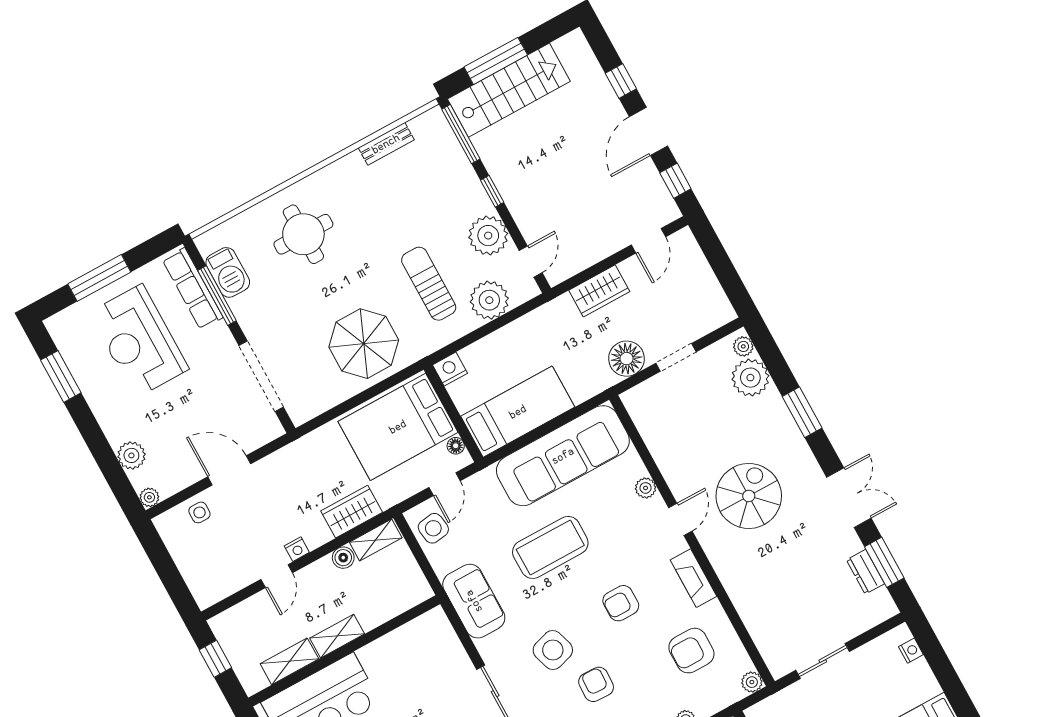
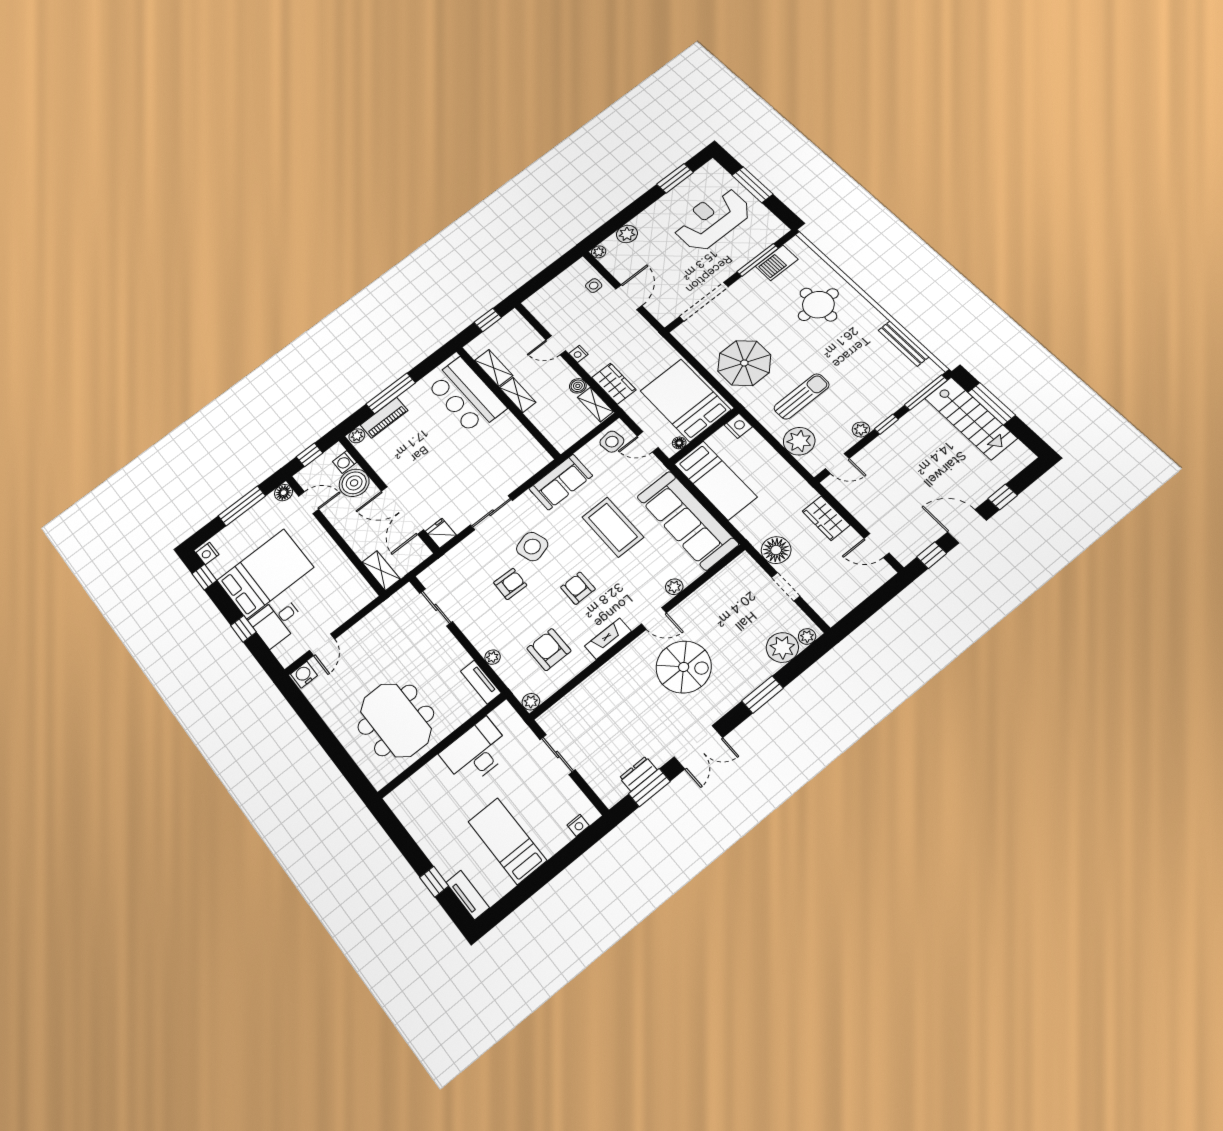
bench: (386, 144) -> (904, 344), width x1.36
plant: (488, 236) -> (861, 430), width x0.53, depth x0.53
row of seats: (193, 289) -> (759, 244), removed

